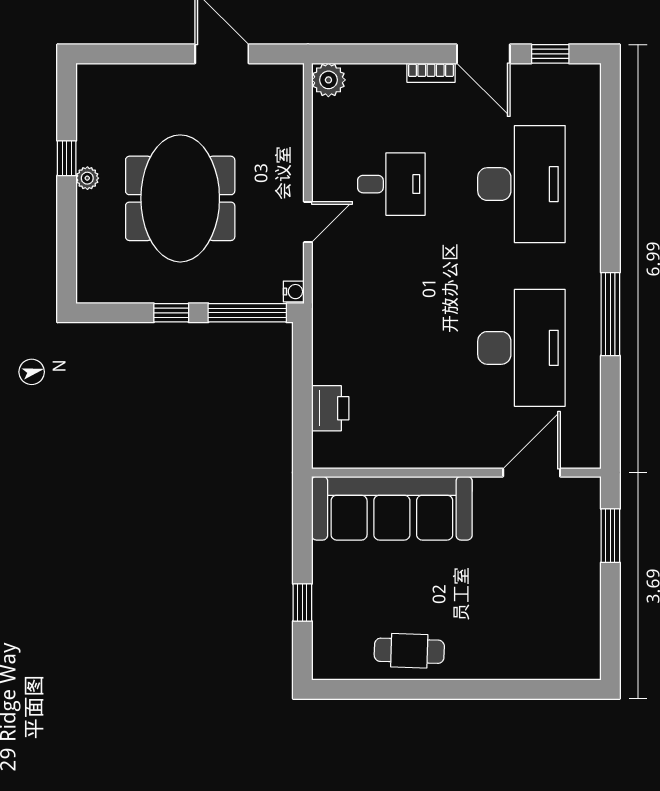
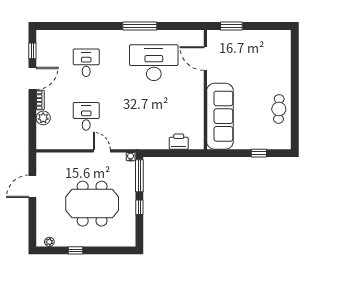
plant: (328, 80) -> (43, 118), moved
plant: (87, 178) -> (49, 242), moved
desk: (521, 184) -> (86, 63), width x0.53, depth x0.77

